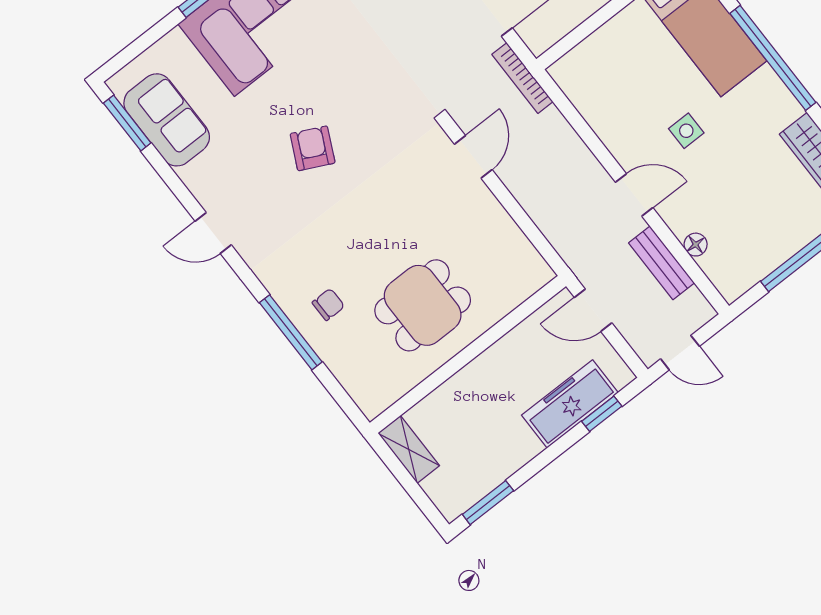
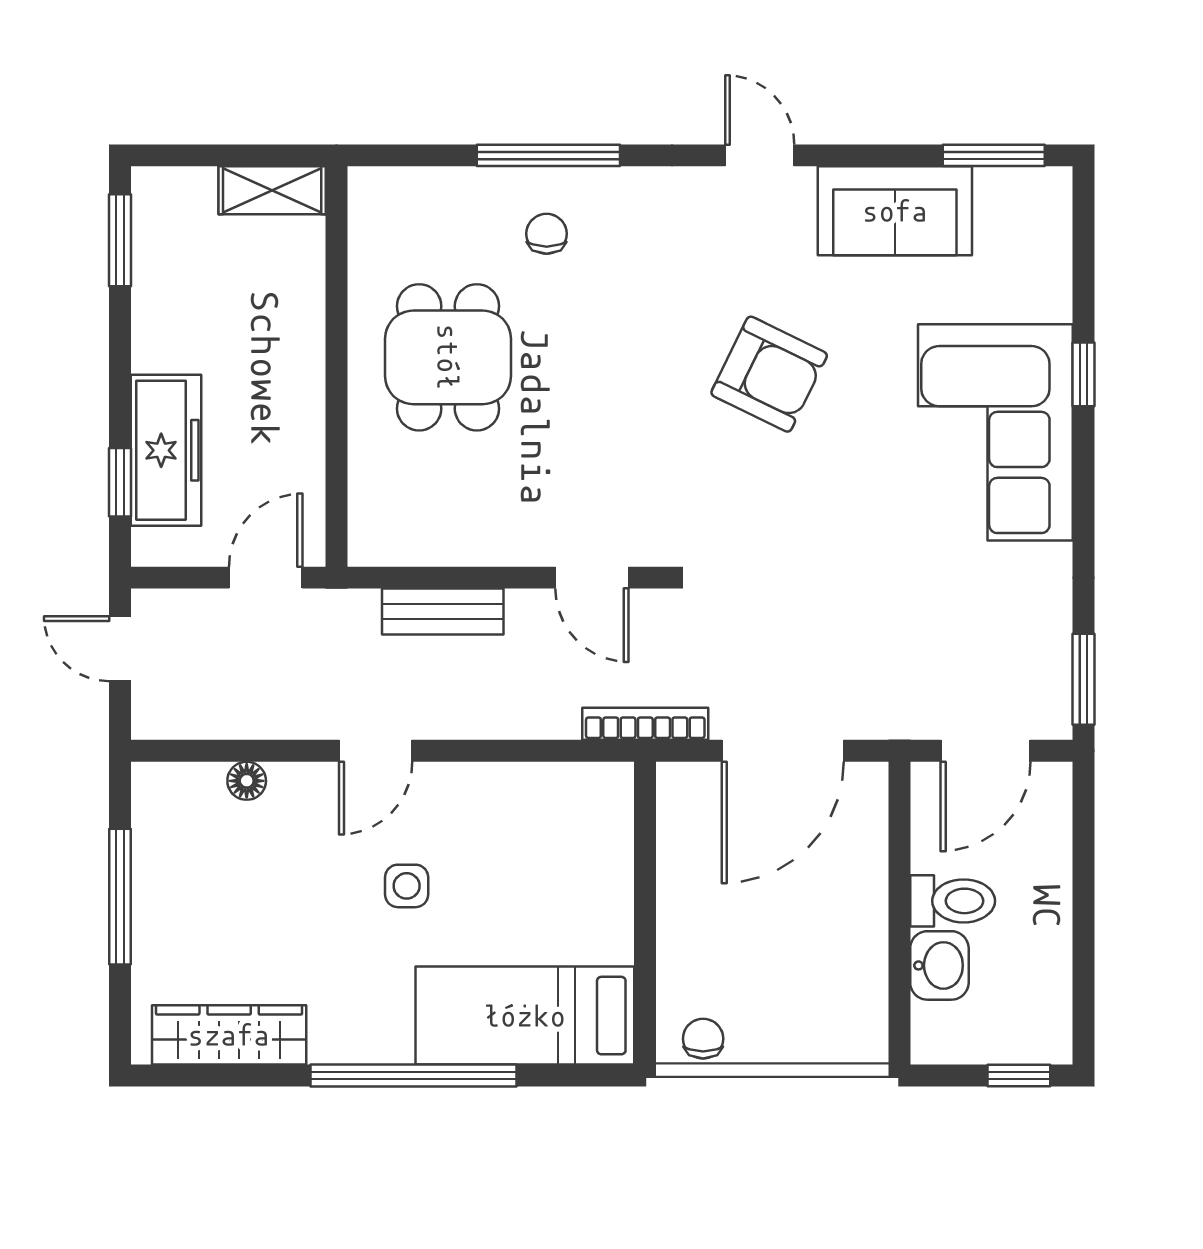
sofa: (167, 120) -> (895, 211), moved
armchair: (313, 148) -> (769, 374), width x1.38, depth x1.38
door: (213, 233) -> (760, 155), hinge flipped
bench: (662, 263) -> (443, 612), moved
chair: (328, 304) -> (547, 234), turned 180
door: (680, 353) -> (120, 649), hinge flipped

